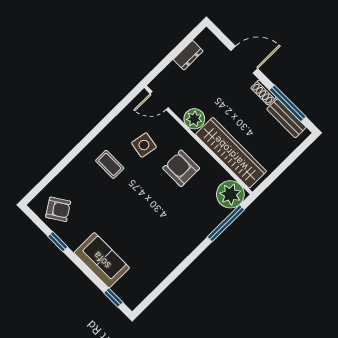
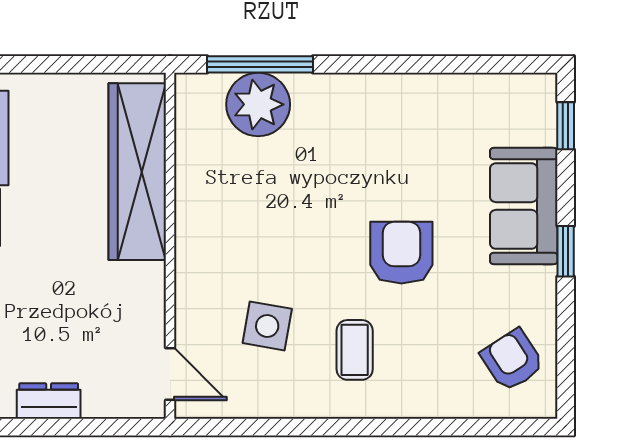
plant: (194, 119) -> (142, 287), removed
armchair: (181, 168) -> (401, 253), moved, turned 180
plant: (230, 194) -> (258, 104), moved
window: (58, 242) -> (566, 251), moved

